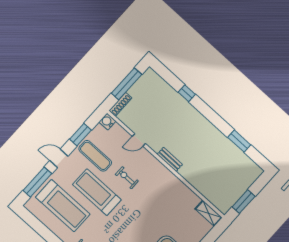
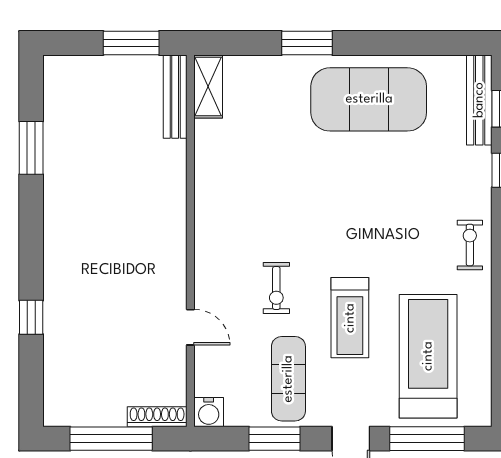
bench: (170, 159) -> (175, 97), moved, width x1.36
treadmill: (97, 192) -> (350, 318), width x0.73, depth x0.73

